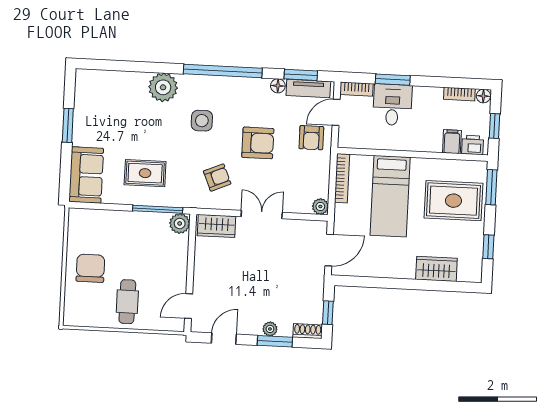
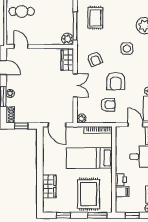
armchair: (311, 138) -> (108, 105), moved, turned 180
printer: (473, 145) -> (121, 180), moved

